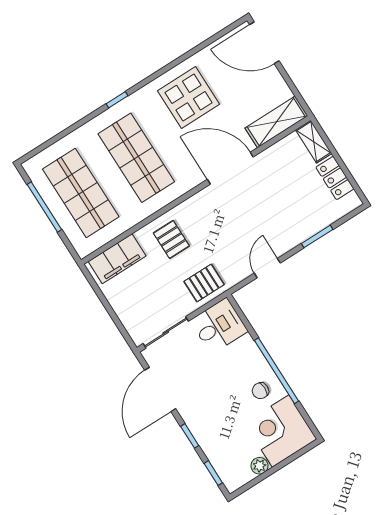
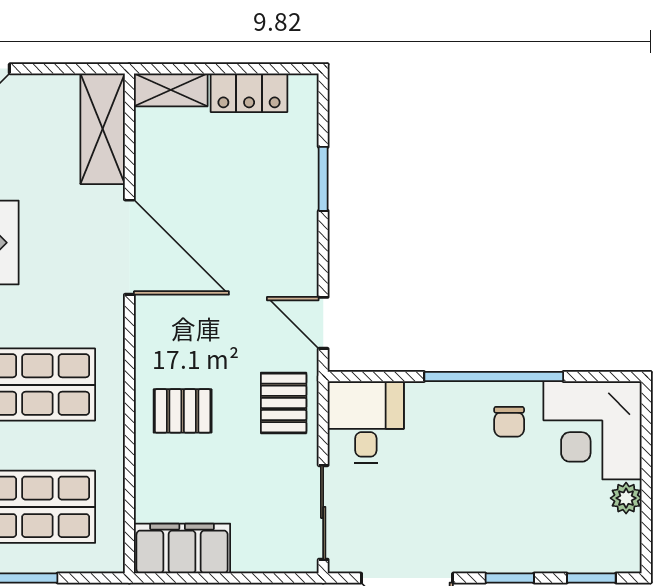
door: (230, 168) -> (129, 247), swing flipped
filing cabinet: (117, 259) -> (182, 548), moved, turned -90
door: (267, 268) -> (323, 323), moved

